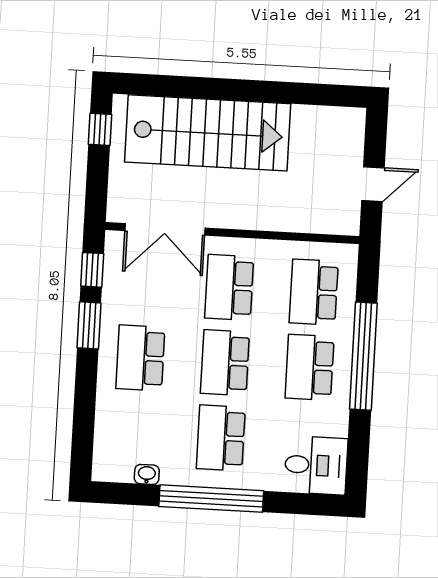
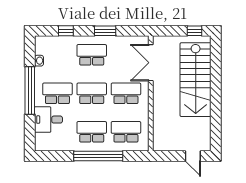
door: (373, 184) -> (193, 156), moved
window: (92, 270) -> (66, 31), moved
desk: (316, 465) -> (48, 120), moved, turned 90

